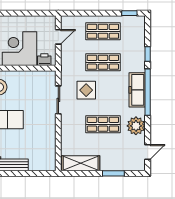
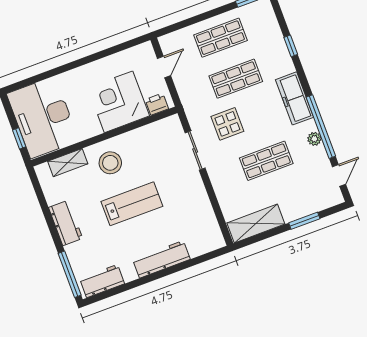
window: (148, 92) -> (321, 127), moved
plant: (136, 126) -> (314, 139), width x0.53, depth x0.53

